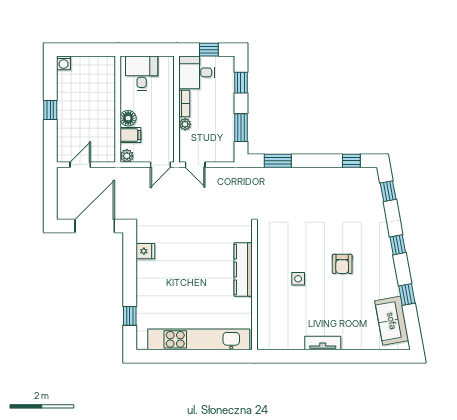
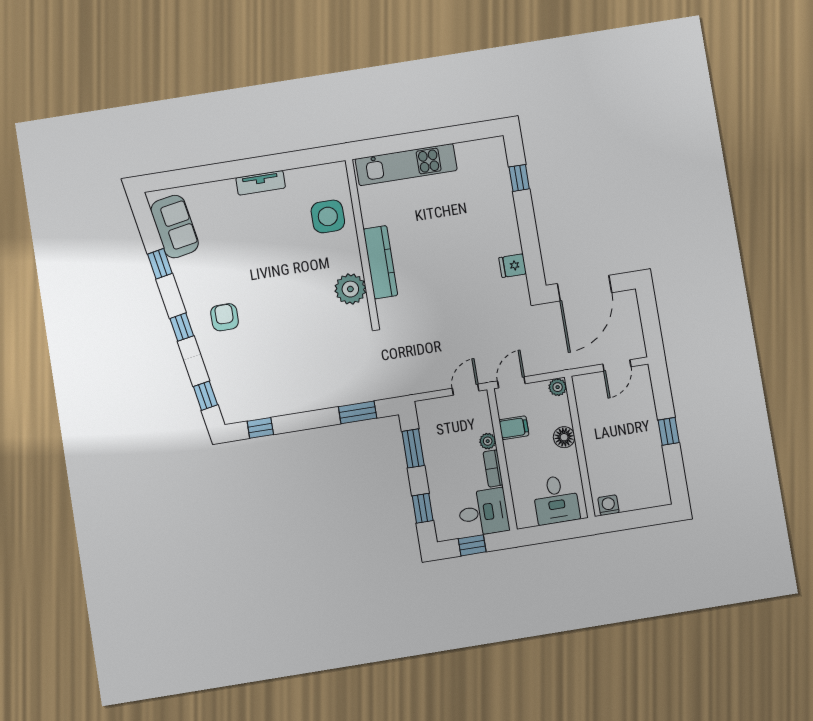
washing machine: (64, 63) -> (608, 505), moved
filing cabinet: (130, 135) -> (514, 428), moved, turned 180
door: (195, 165) -> (466, 390), hinge flipped
plant: (269, 253) -> (350, 289), added
armchair: (342, 264) -> (225, 317), moved
side table: (298, 279) -> (328, 216), moved, width x1.87, depth x1.87
kitchen unit: (199, 339) -> (406, 165), width x0.73

